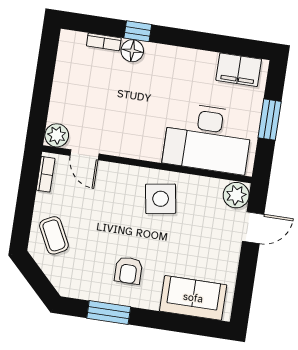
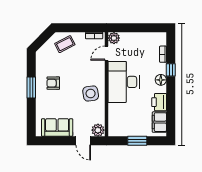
floor lamp: (132, 51) -> (161, 80), moved
printer: (198, 64) -> (159, 102), added
desk: (208, 138) -> (124, 82), moved
sofa: (193, 298) -> (57, 128), moved, turned -90
window: (109, 312) -> (31, 87), moved

